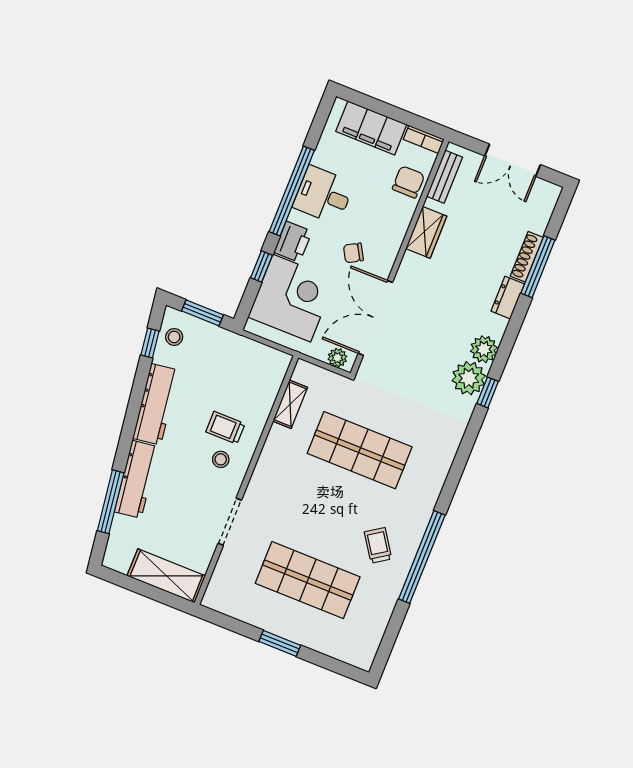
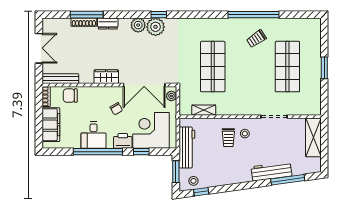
bench: (445, 177) -> (60, 79), width x1.36
wardrobe: (426, 232) -> (106, 77), moved
workbench: (156, 404) -> (187, 147), moved, turned 98

